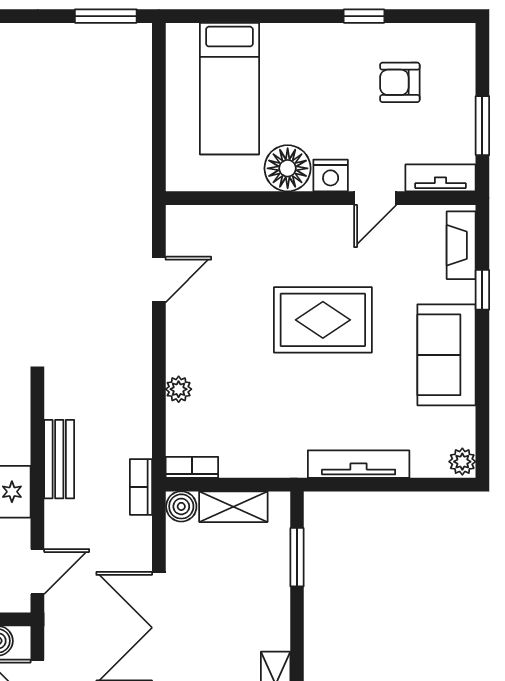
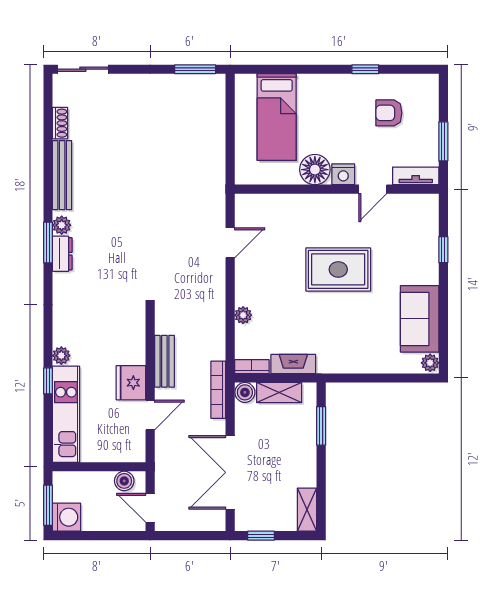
fireplace: (461, 245) -> (293, 364), moved, turned 90
sofa: (446, 355) -> (420, 319), moved
tv unit: (359, 464) -> (362, 364), removed
bookcase: (141, 487) -> (218, 390), width x1.56
door: (37, 572) -> (150, 415), moved

